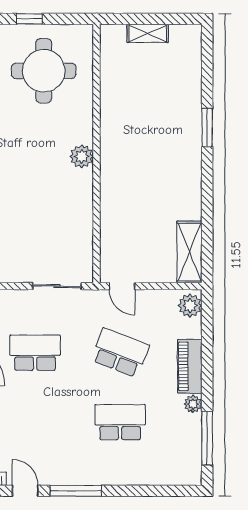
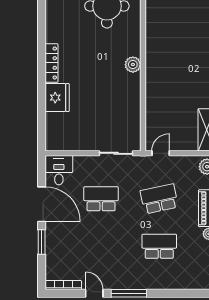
door: (122, 286) -> (161, 153), swing flipped
school desk: (120, 353) -> (159, 199), turned -33

